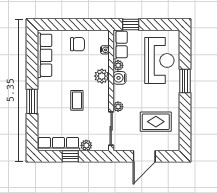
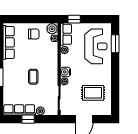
plant: (102, 76) -> (52, 29), moved
water cooler: (120, 78) -> (66, 72), moved
window: (185, 81) -> (115, 44), moved

